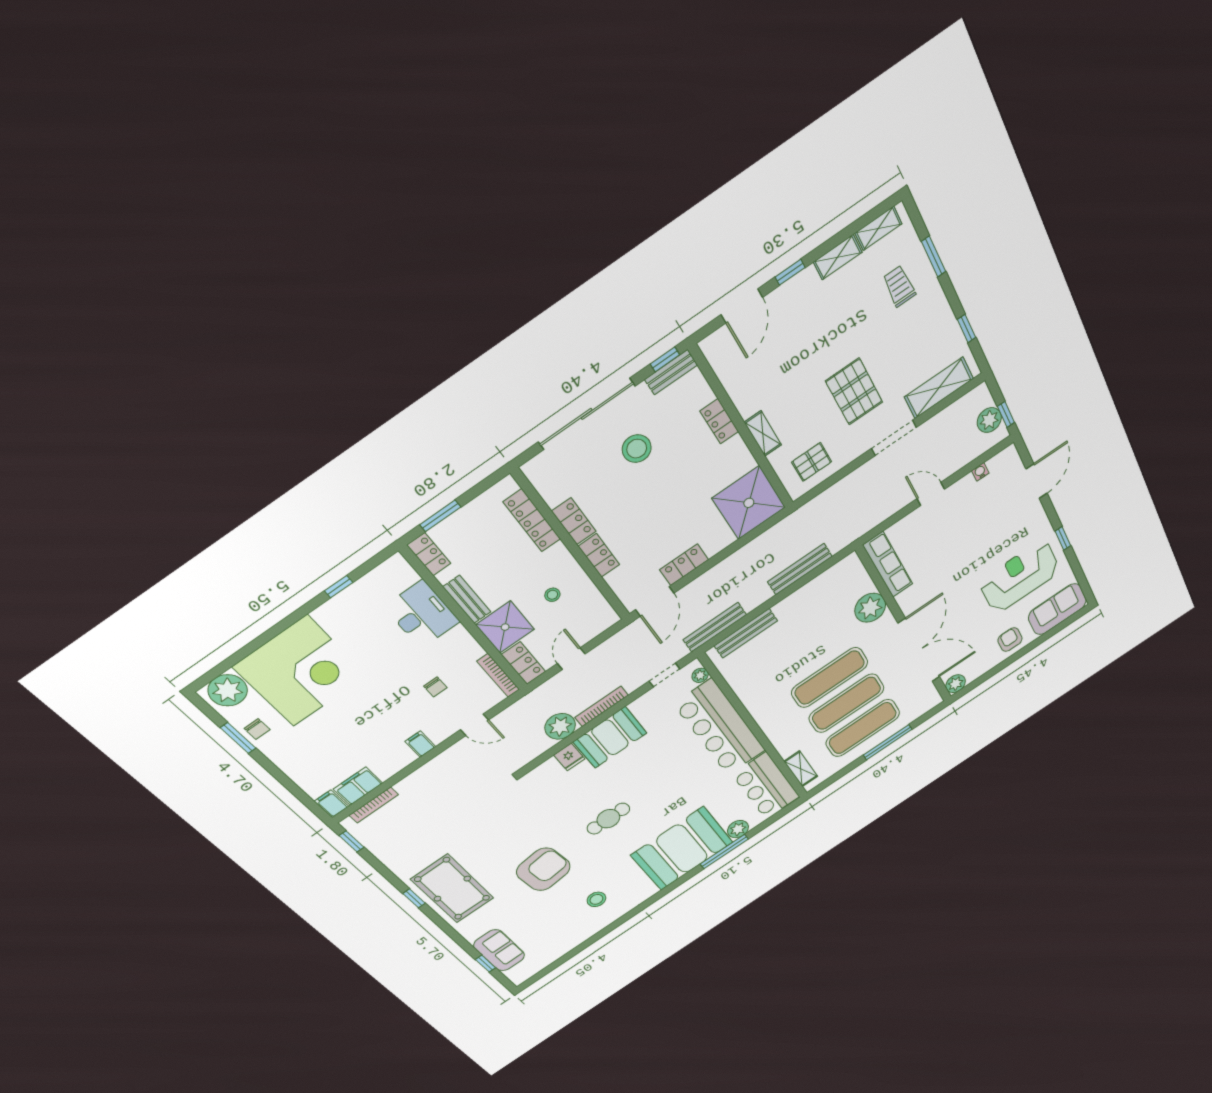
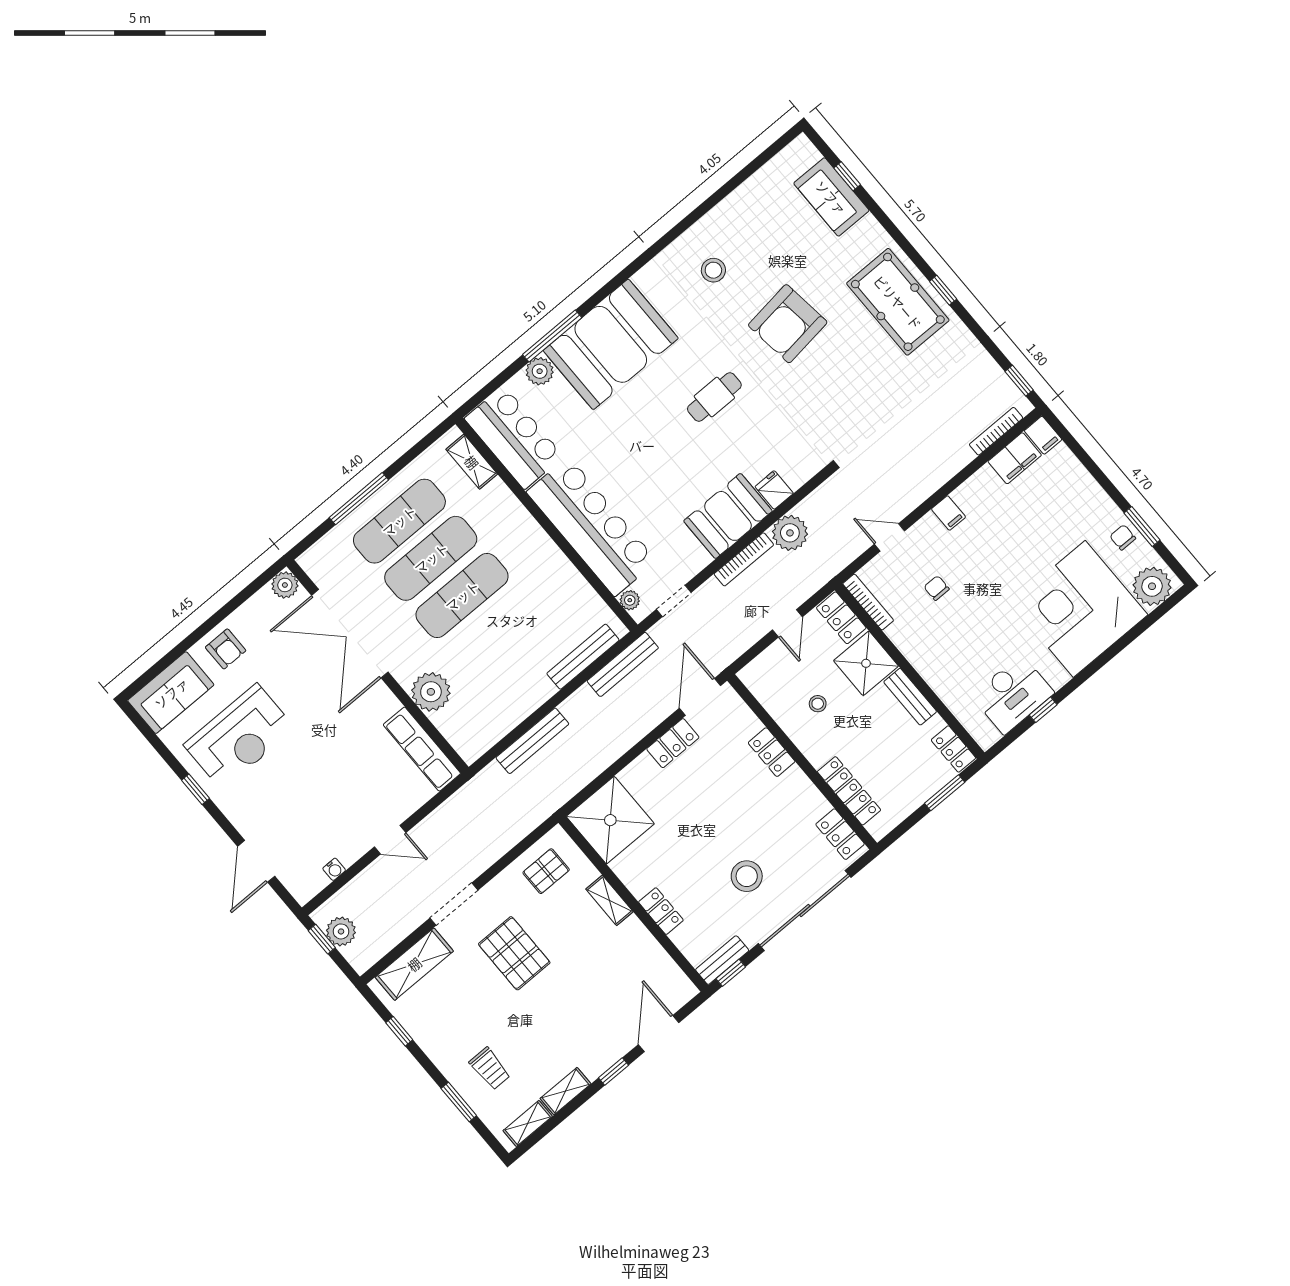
locker: (574, 521) -> (840, 834), moved
desk: (422, 614) -> (1013, 694), moved, turned -90

